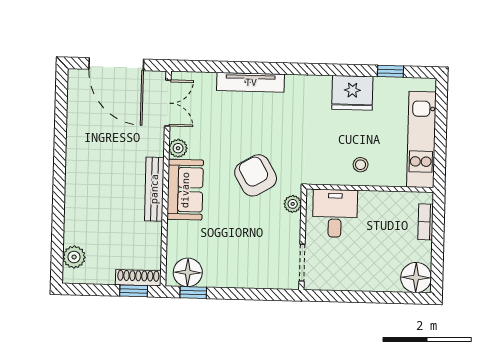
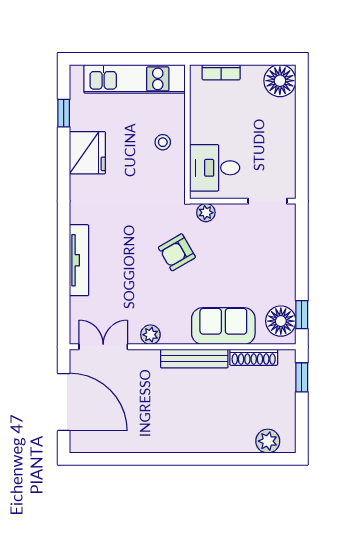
door: (116, 64) -> (64, 402), hinge flipped
armchair: (256, 175) -> (177, 252), width x0.72, depth x0.72
sofa: (185, 190) -> (223, 326), moved
shoe rack: (138, 278) -> (254, 357), moved, turned -90

